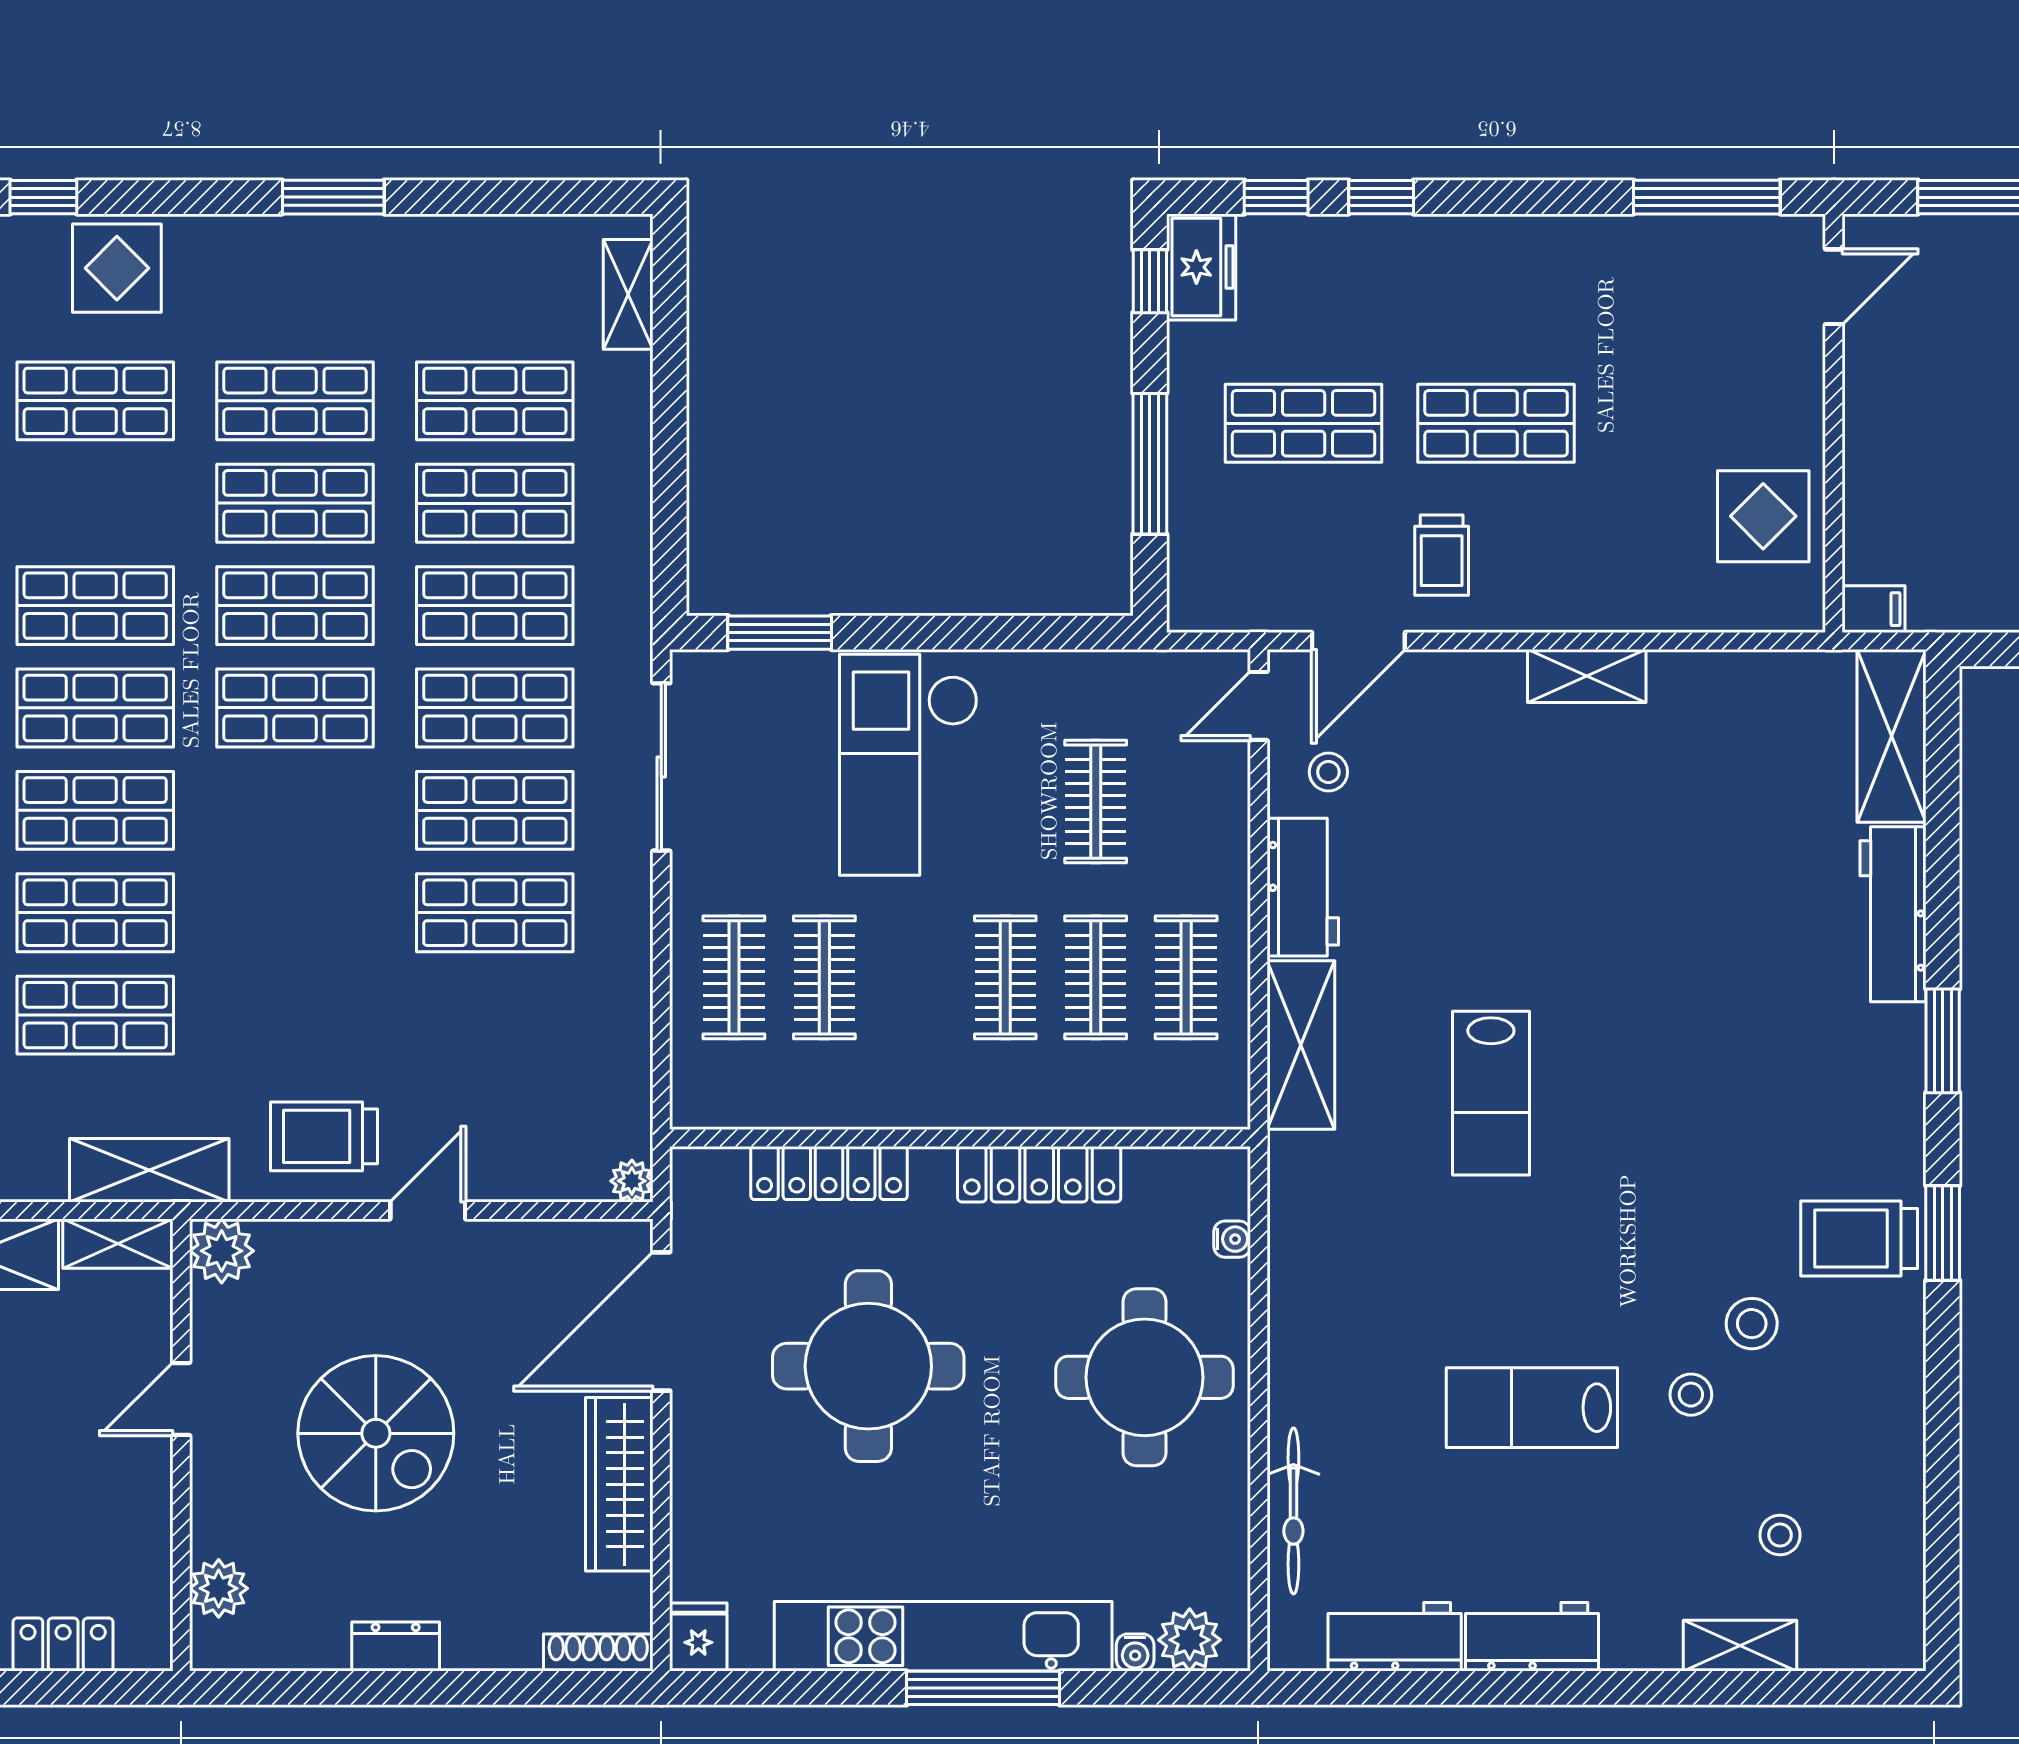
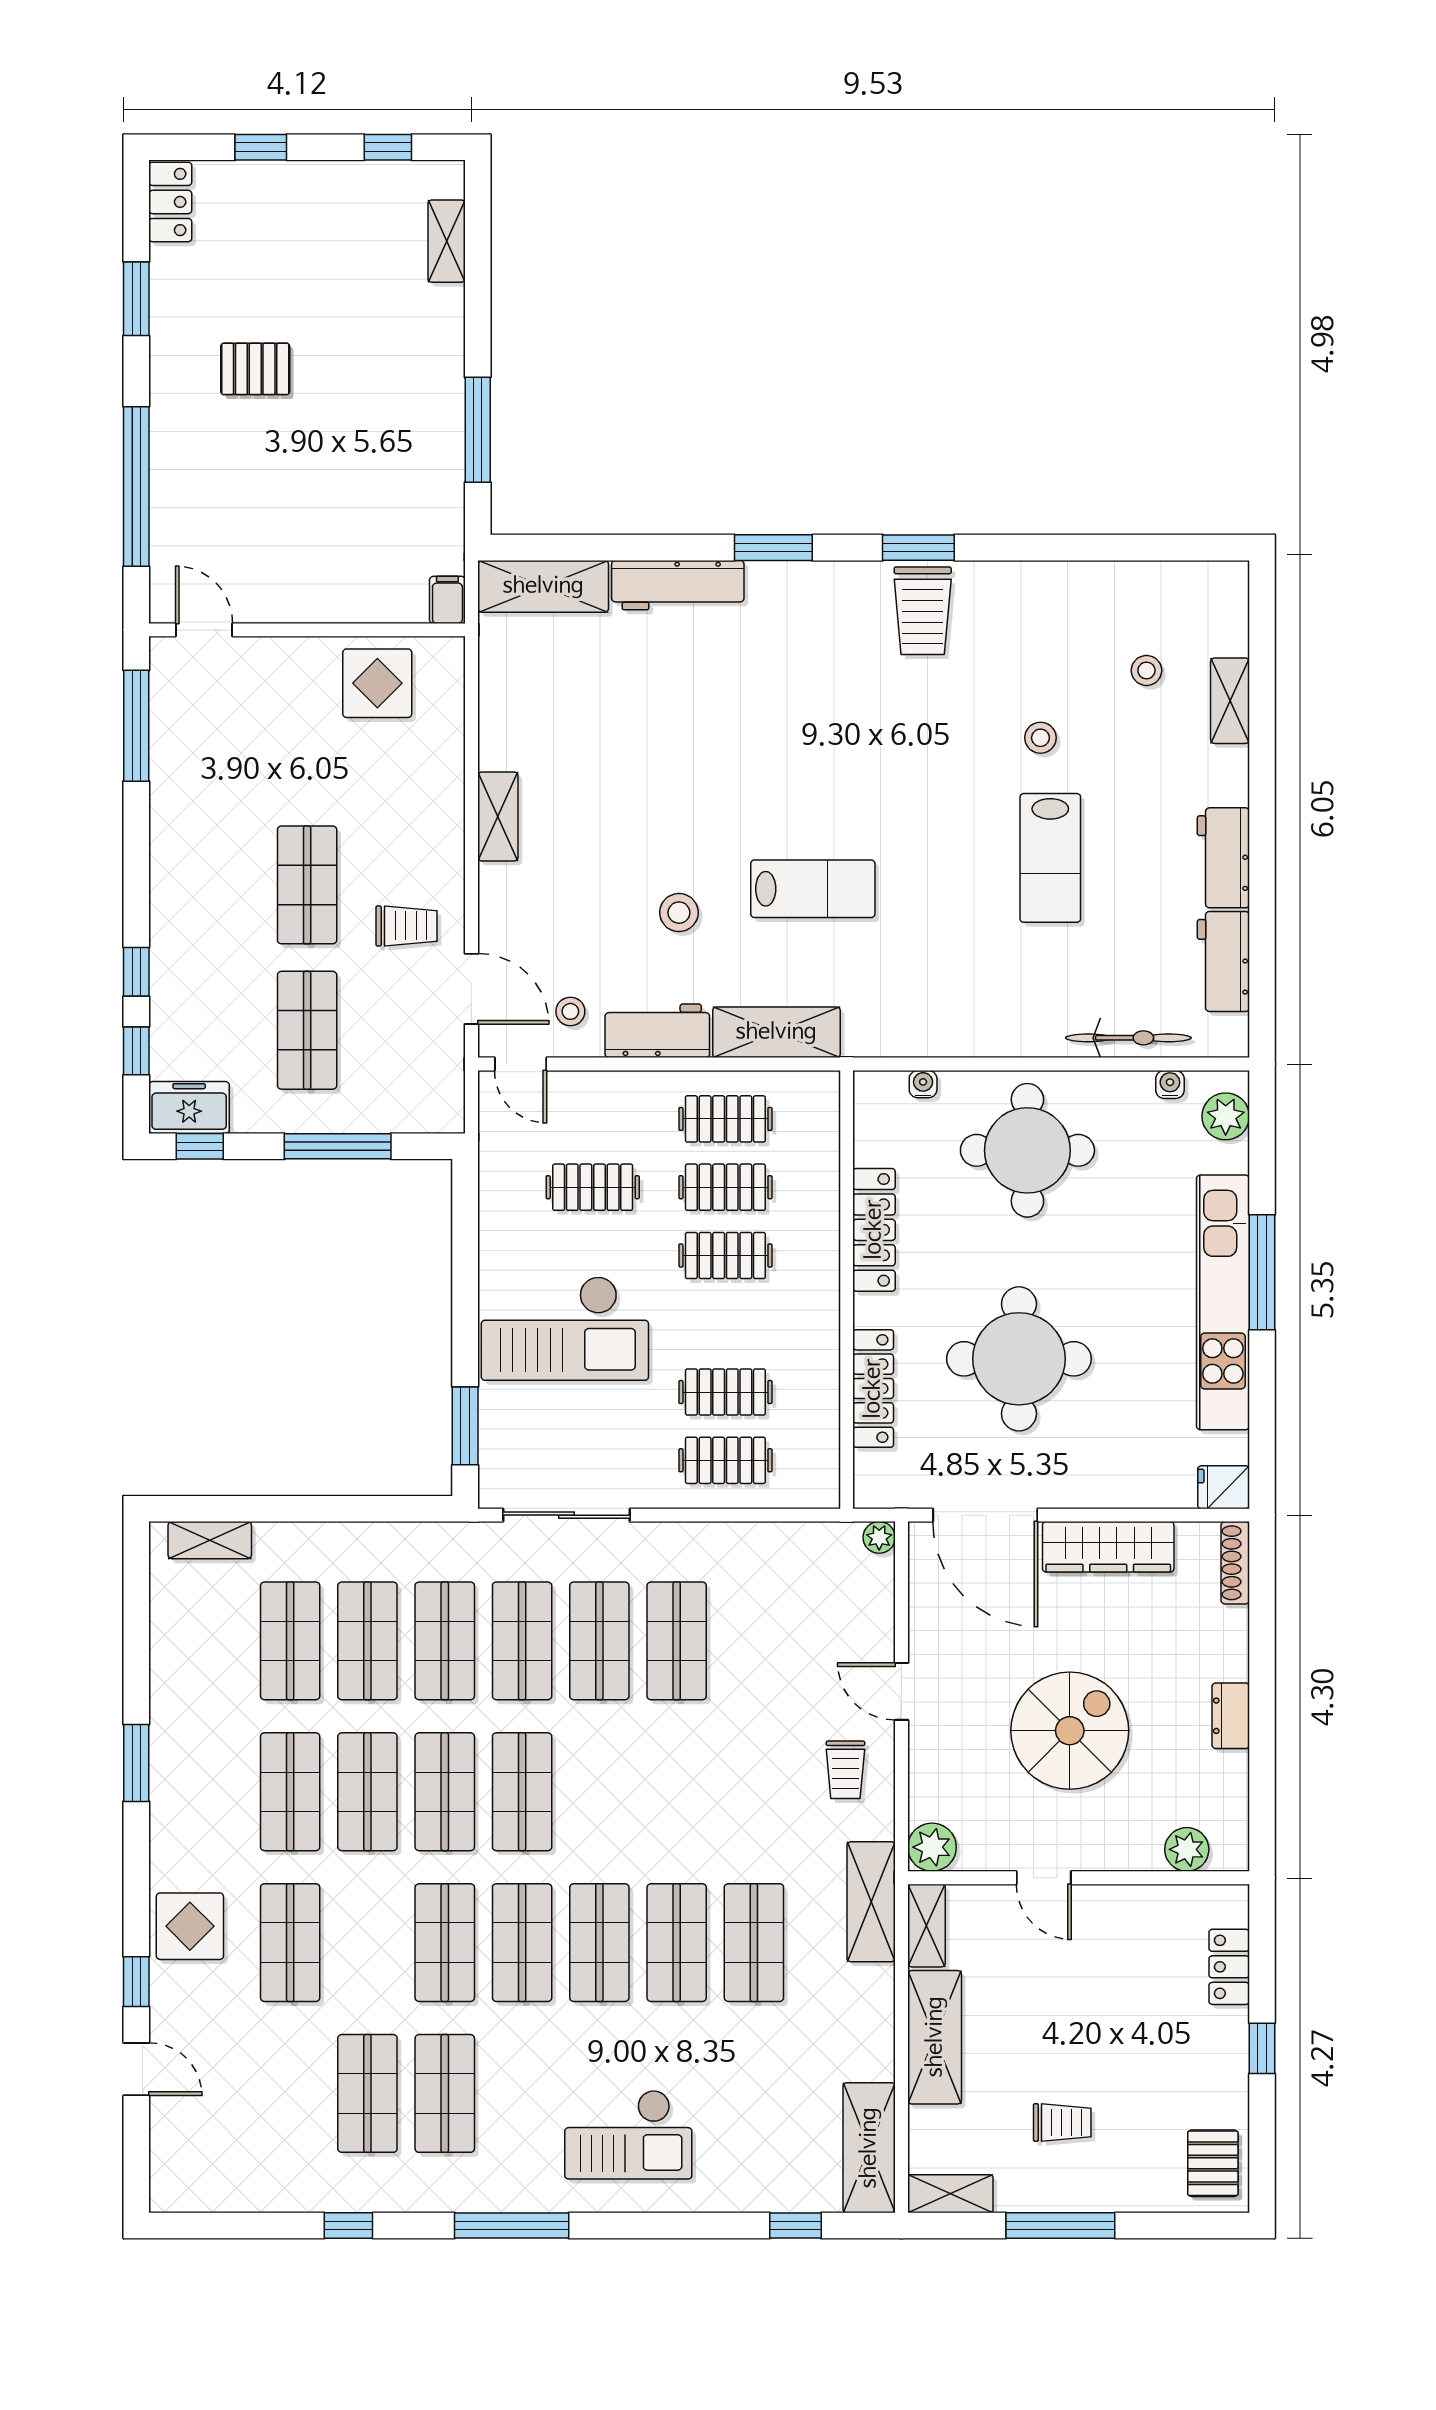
trolley: (324, 1136) -> (845, 1770), width x0.73, depth x0.72
stool: (1752, 1324) -> (679, 913), moved
water cooler: (1135, 1652) -> (1170, 1084), moved, turned -90

